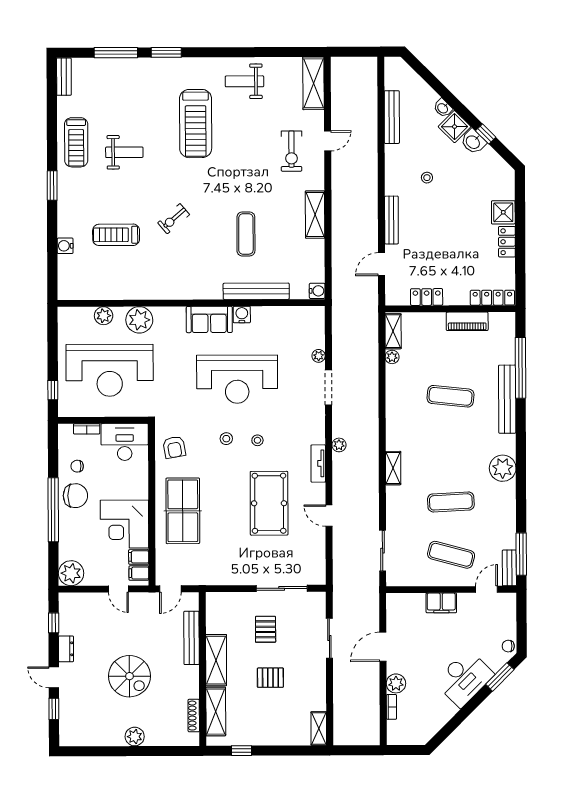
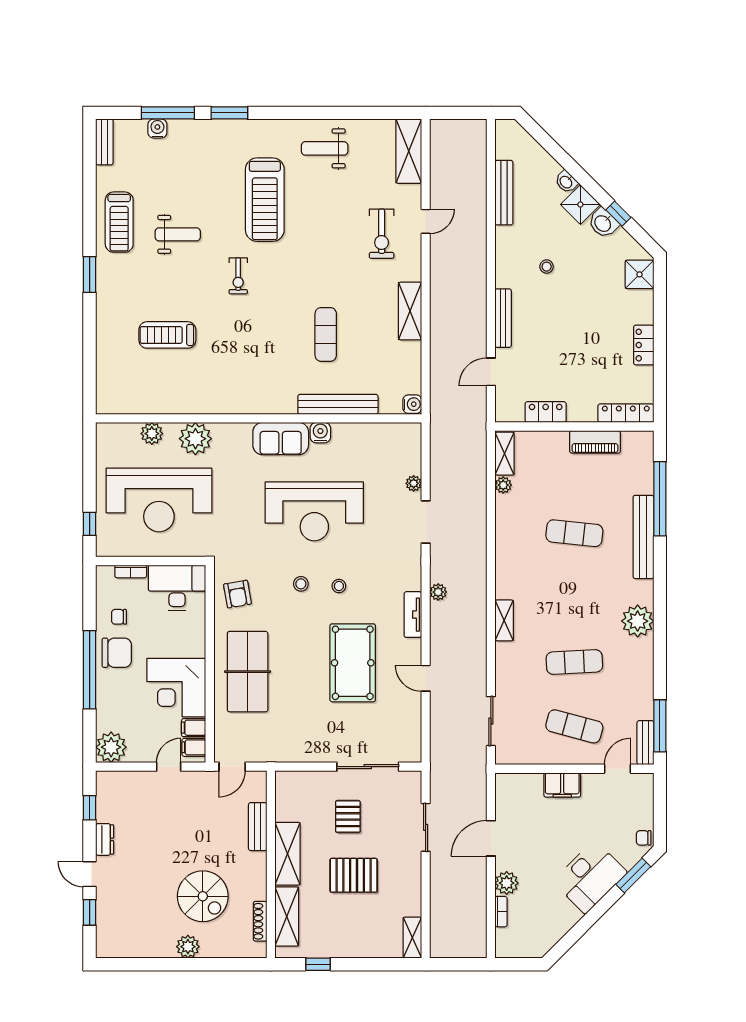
shower: (503, 212) -> (639, 274), moved
exercise bike: (174, 219) -> (238, 276), moved, turned -49
water cooler: (65, 246) -> (157, 129), moved, turned 90
door: (118, 589) -> (169, 767), swing flipped
bench: (192, 638) -> (258, 827), width x0.73
spiral stairs: (129, 676) -> (203, 896), moved
pallet: (270, 678) -> (354, 875), width x1.50, depth x1.42

